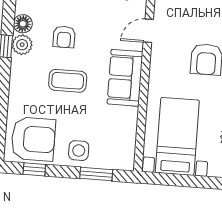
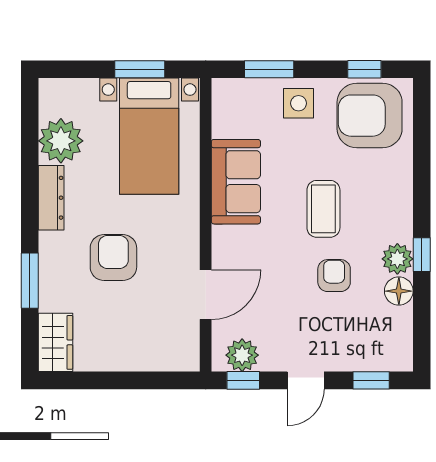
door: (148, 31) -> (206, 295), width x1.38
sofa: (125, 78) -> (236, 182), moved
coffee table: (68, 81) -> (323, 209), turned 90
window: (180, 180) -> (140, 69), added

